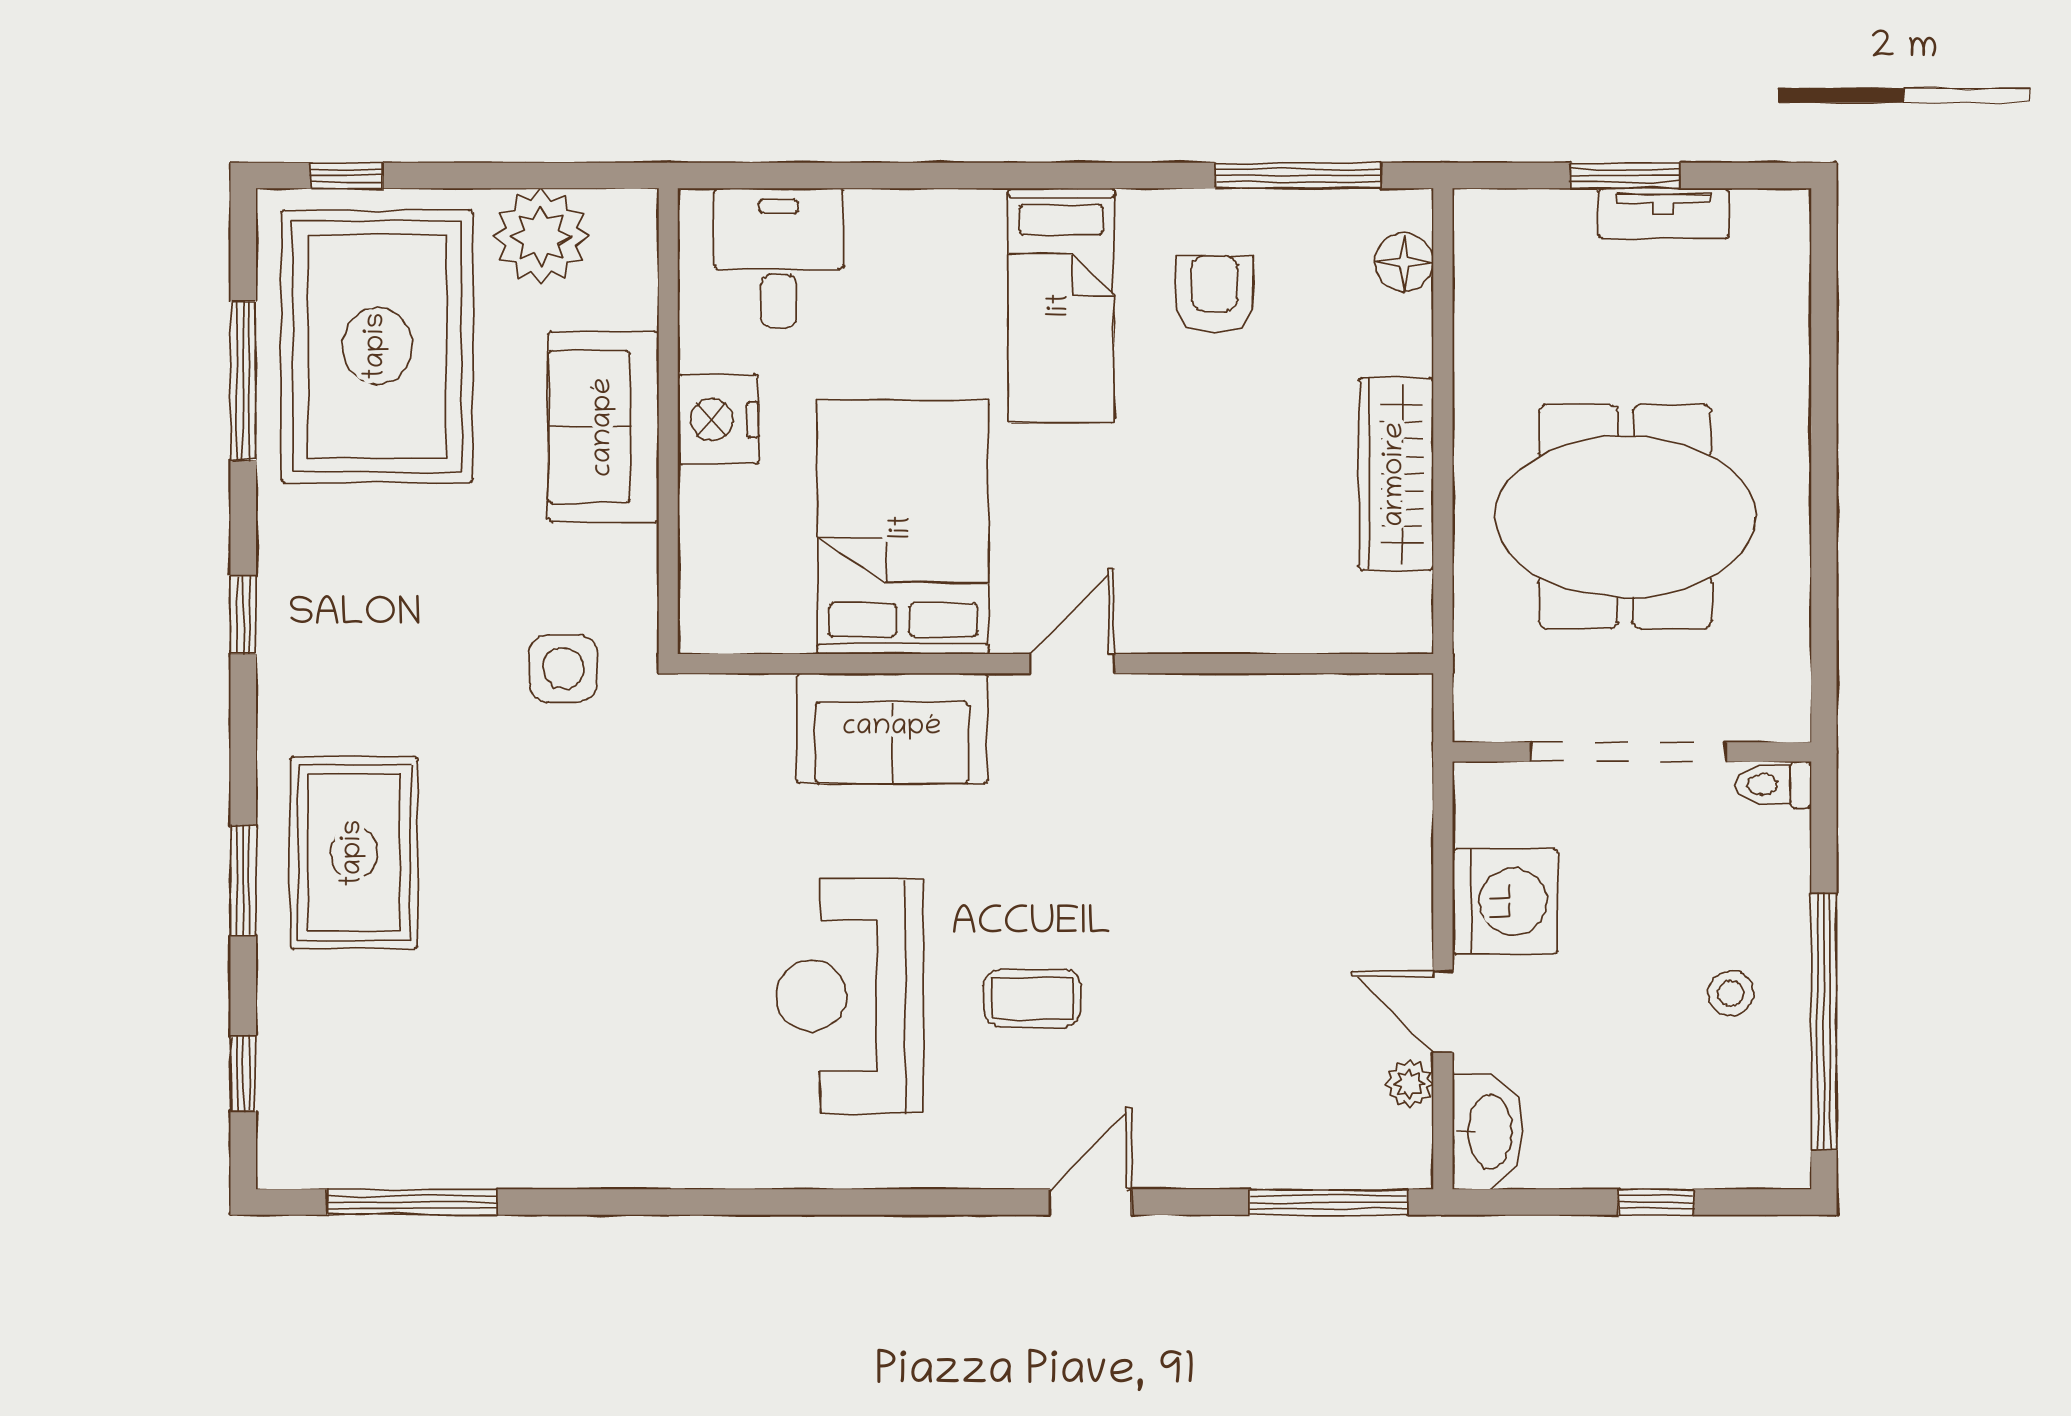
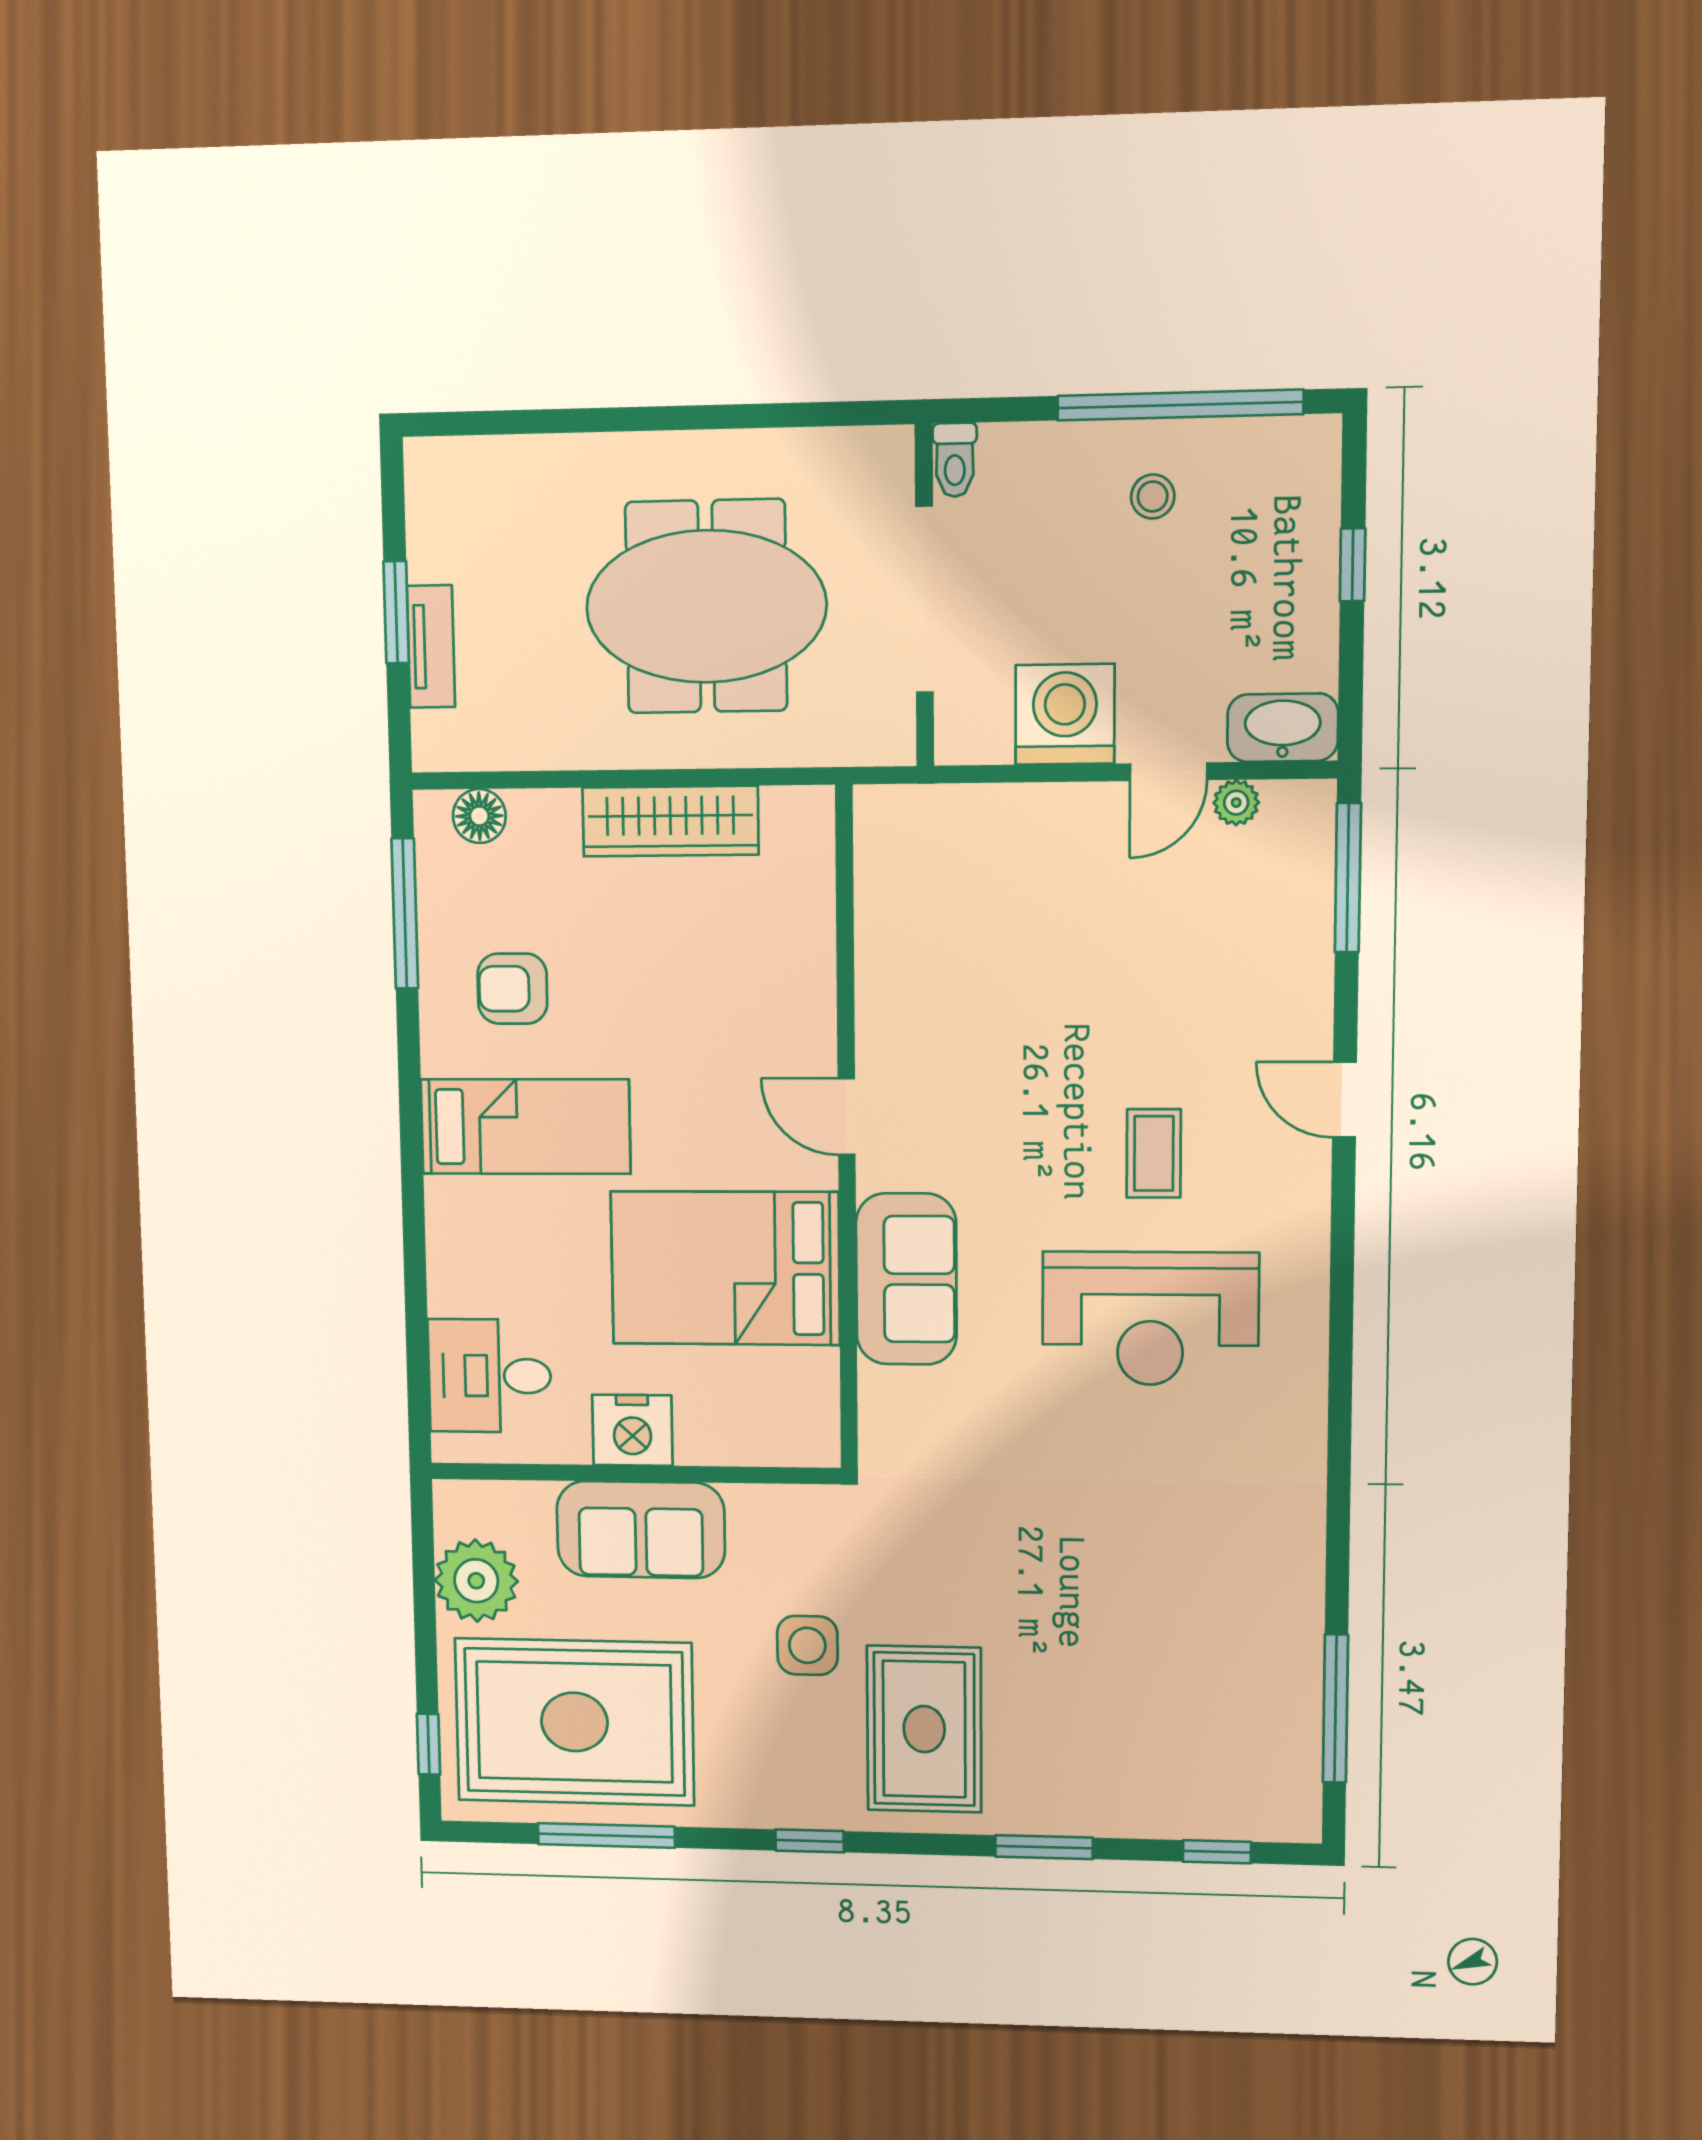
tv unit: (1664, 213) -> (431, 647), moved
meeting table: (1625, 517) -> (706, 606), turned 90
side table: (563, 668) -> (807, 1645), moved
rug: (354, 853) -> (924, 1729), moved, turned 90

